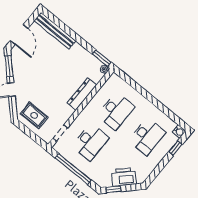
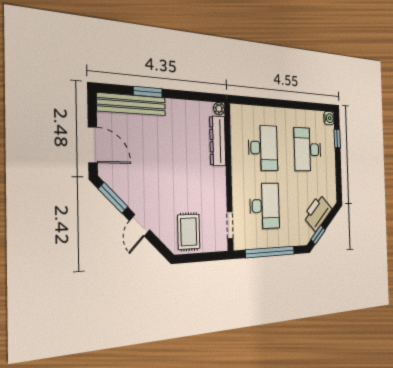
window: (102, 58) -> (148, 92), moved
dresser: (82, 94) -> (218, 141), moved
rug: (34, 115) -> (189, 232), turned 90
desk: (147, 136) -> (308, 149), turned 180

